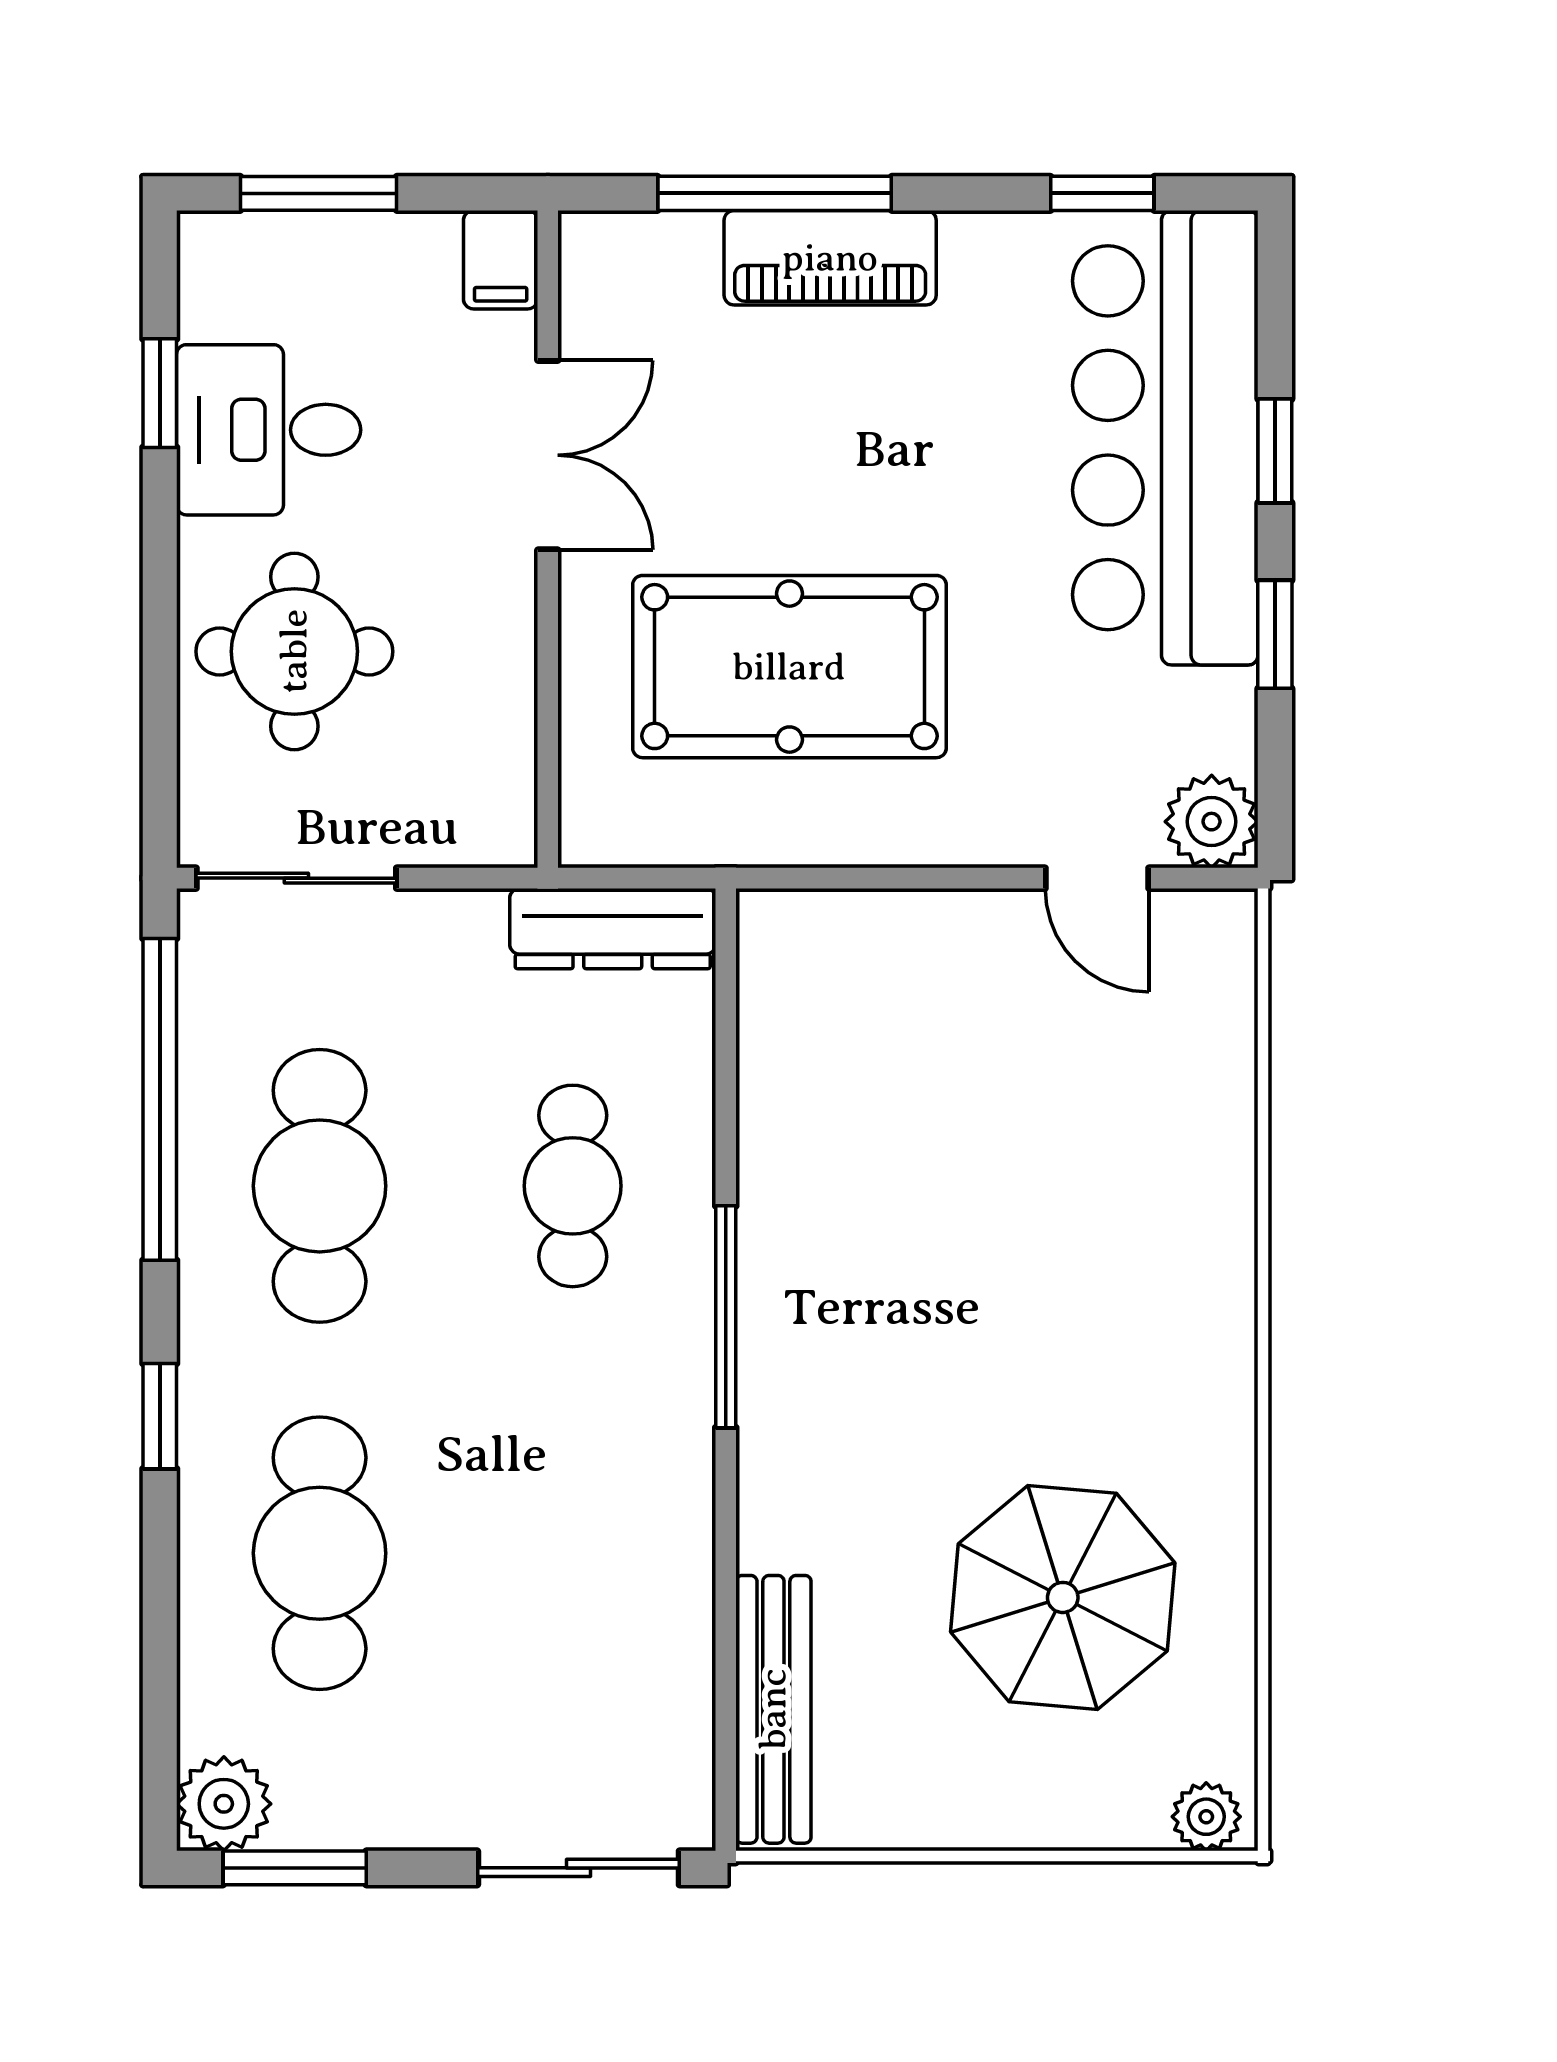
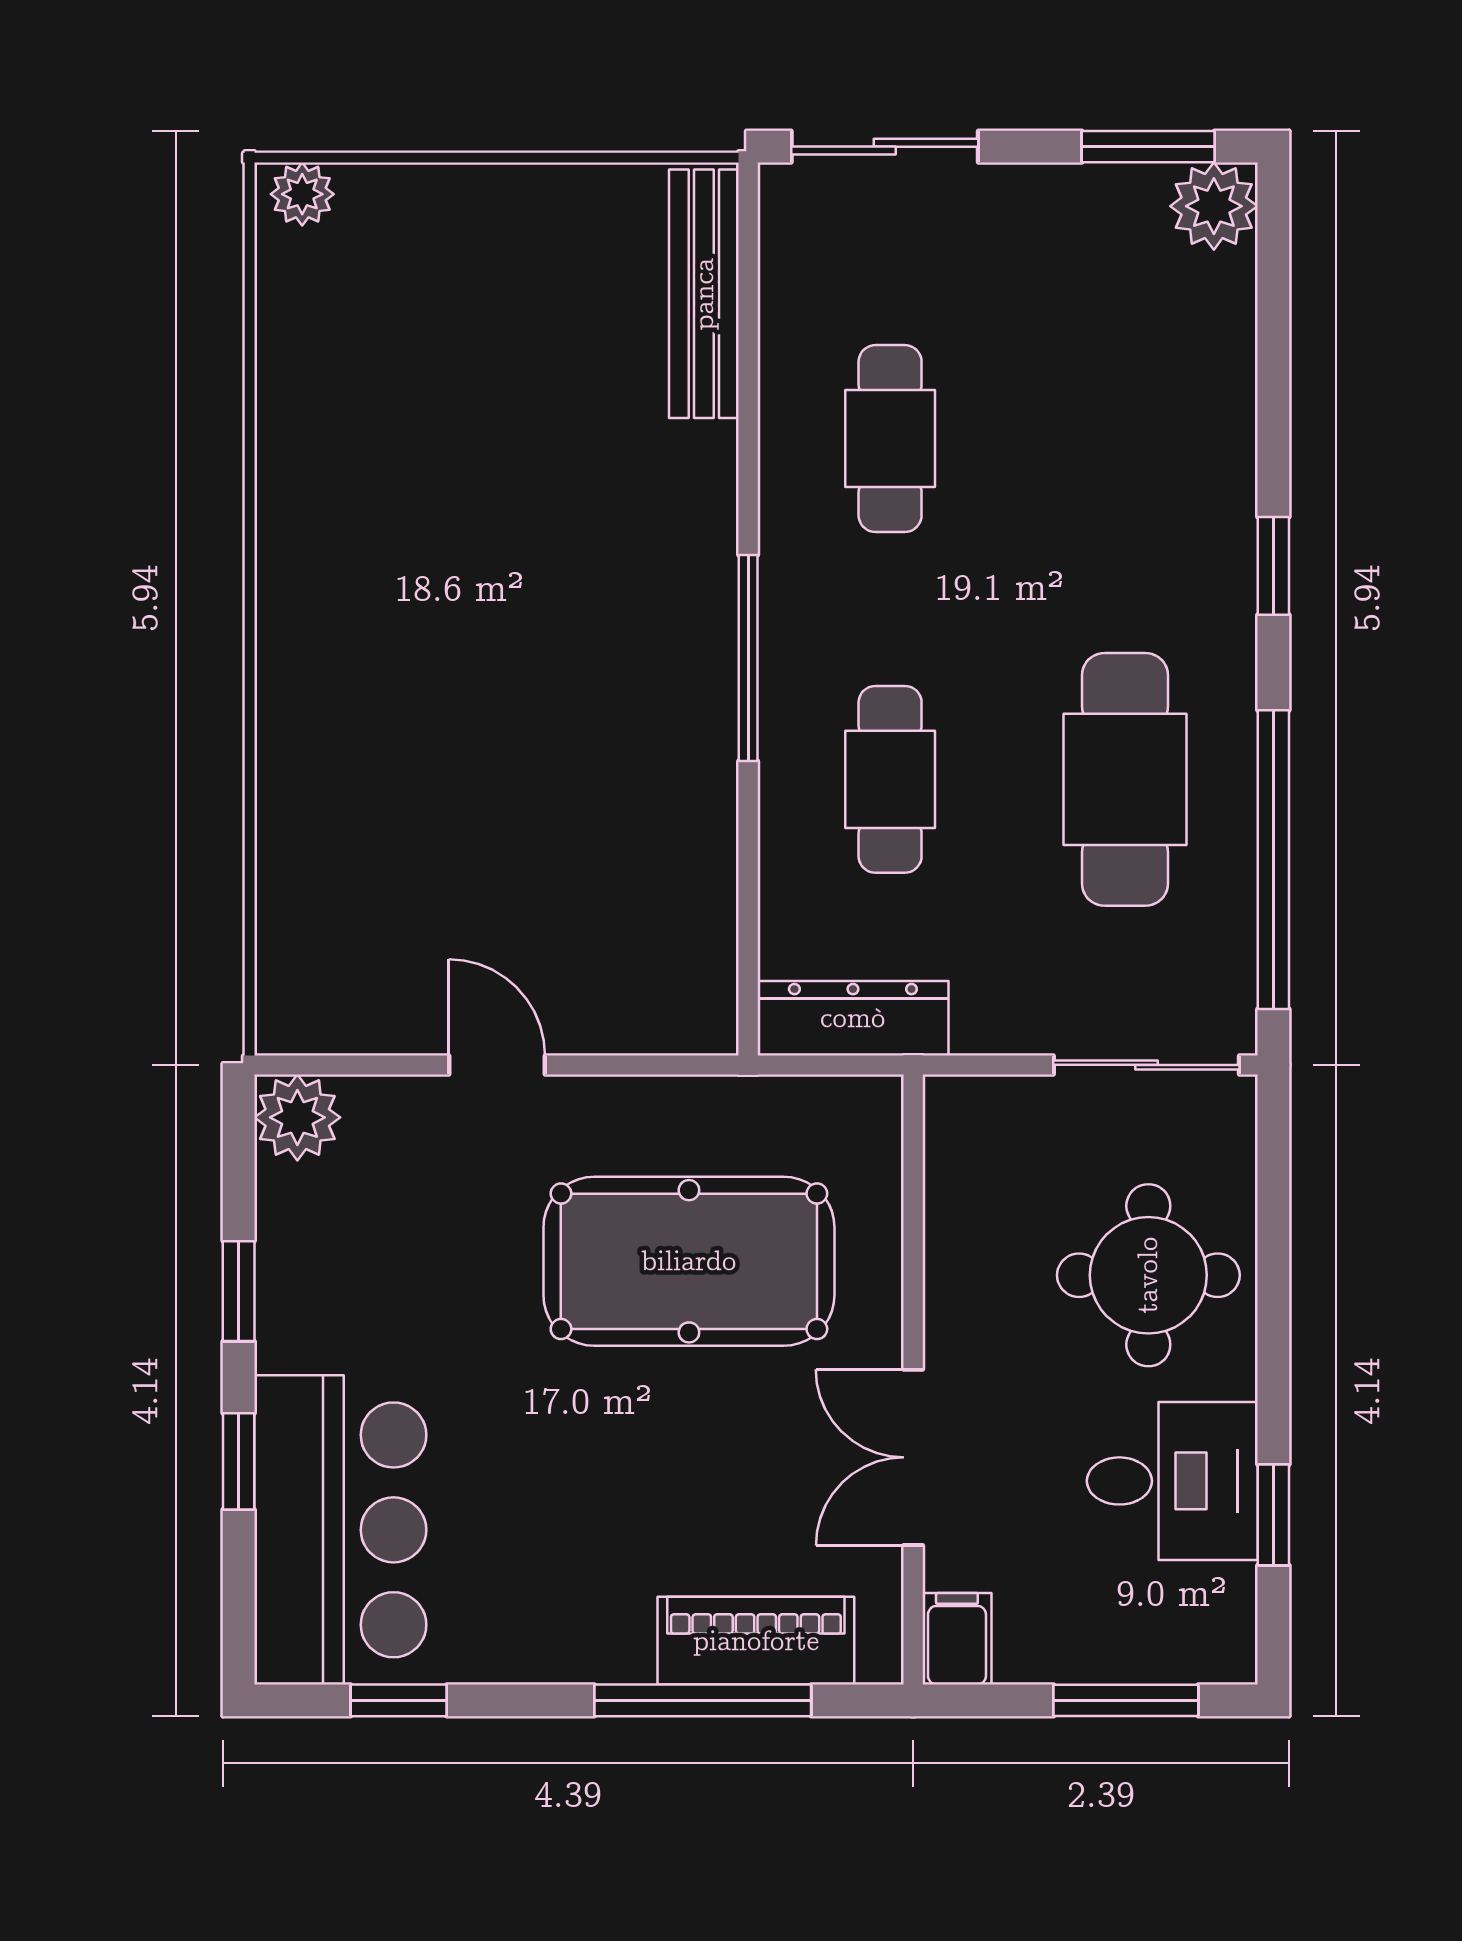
piano: (830, 258) -> (756, 1641), moved
bar counter: (1165, 438) -> (340, 1530), width x0.73
door: (1097, 878) -> (497, 1065), moved
cafe table: (320, 1553) -> (890, 439), moved, width x0.73, depth x0.74
parasol: (1063, 1597) -> (435, 398), removed

